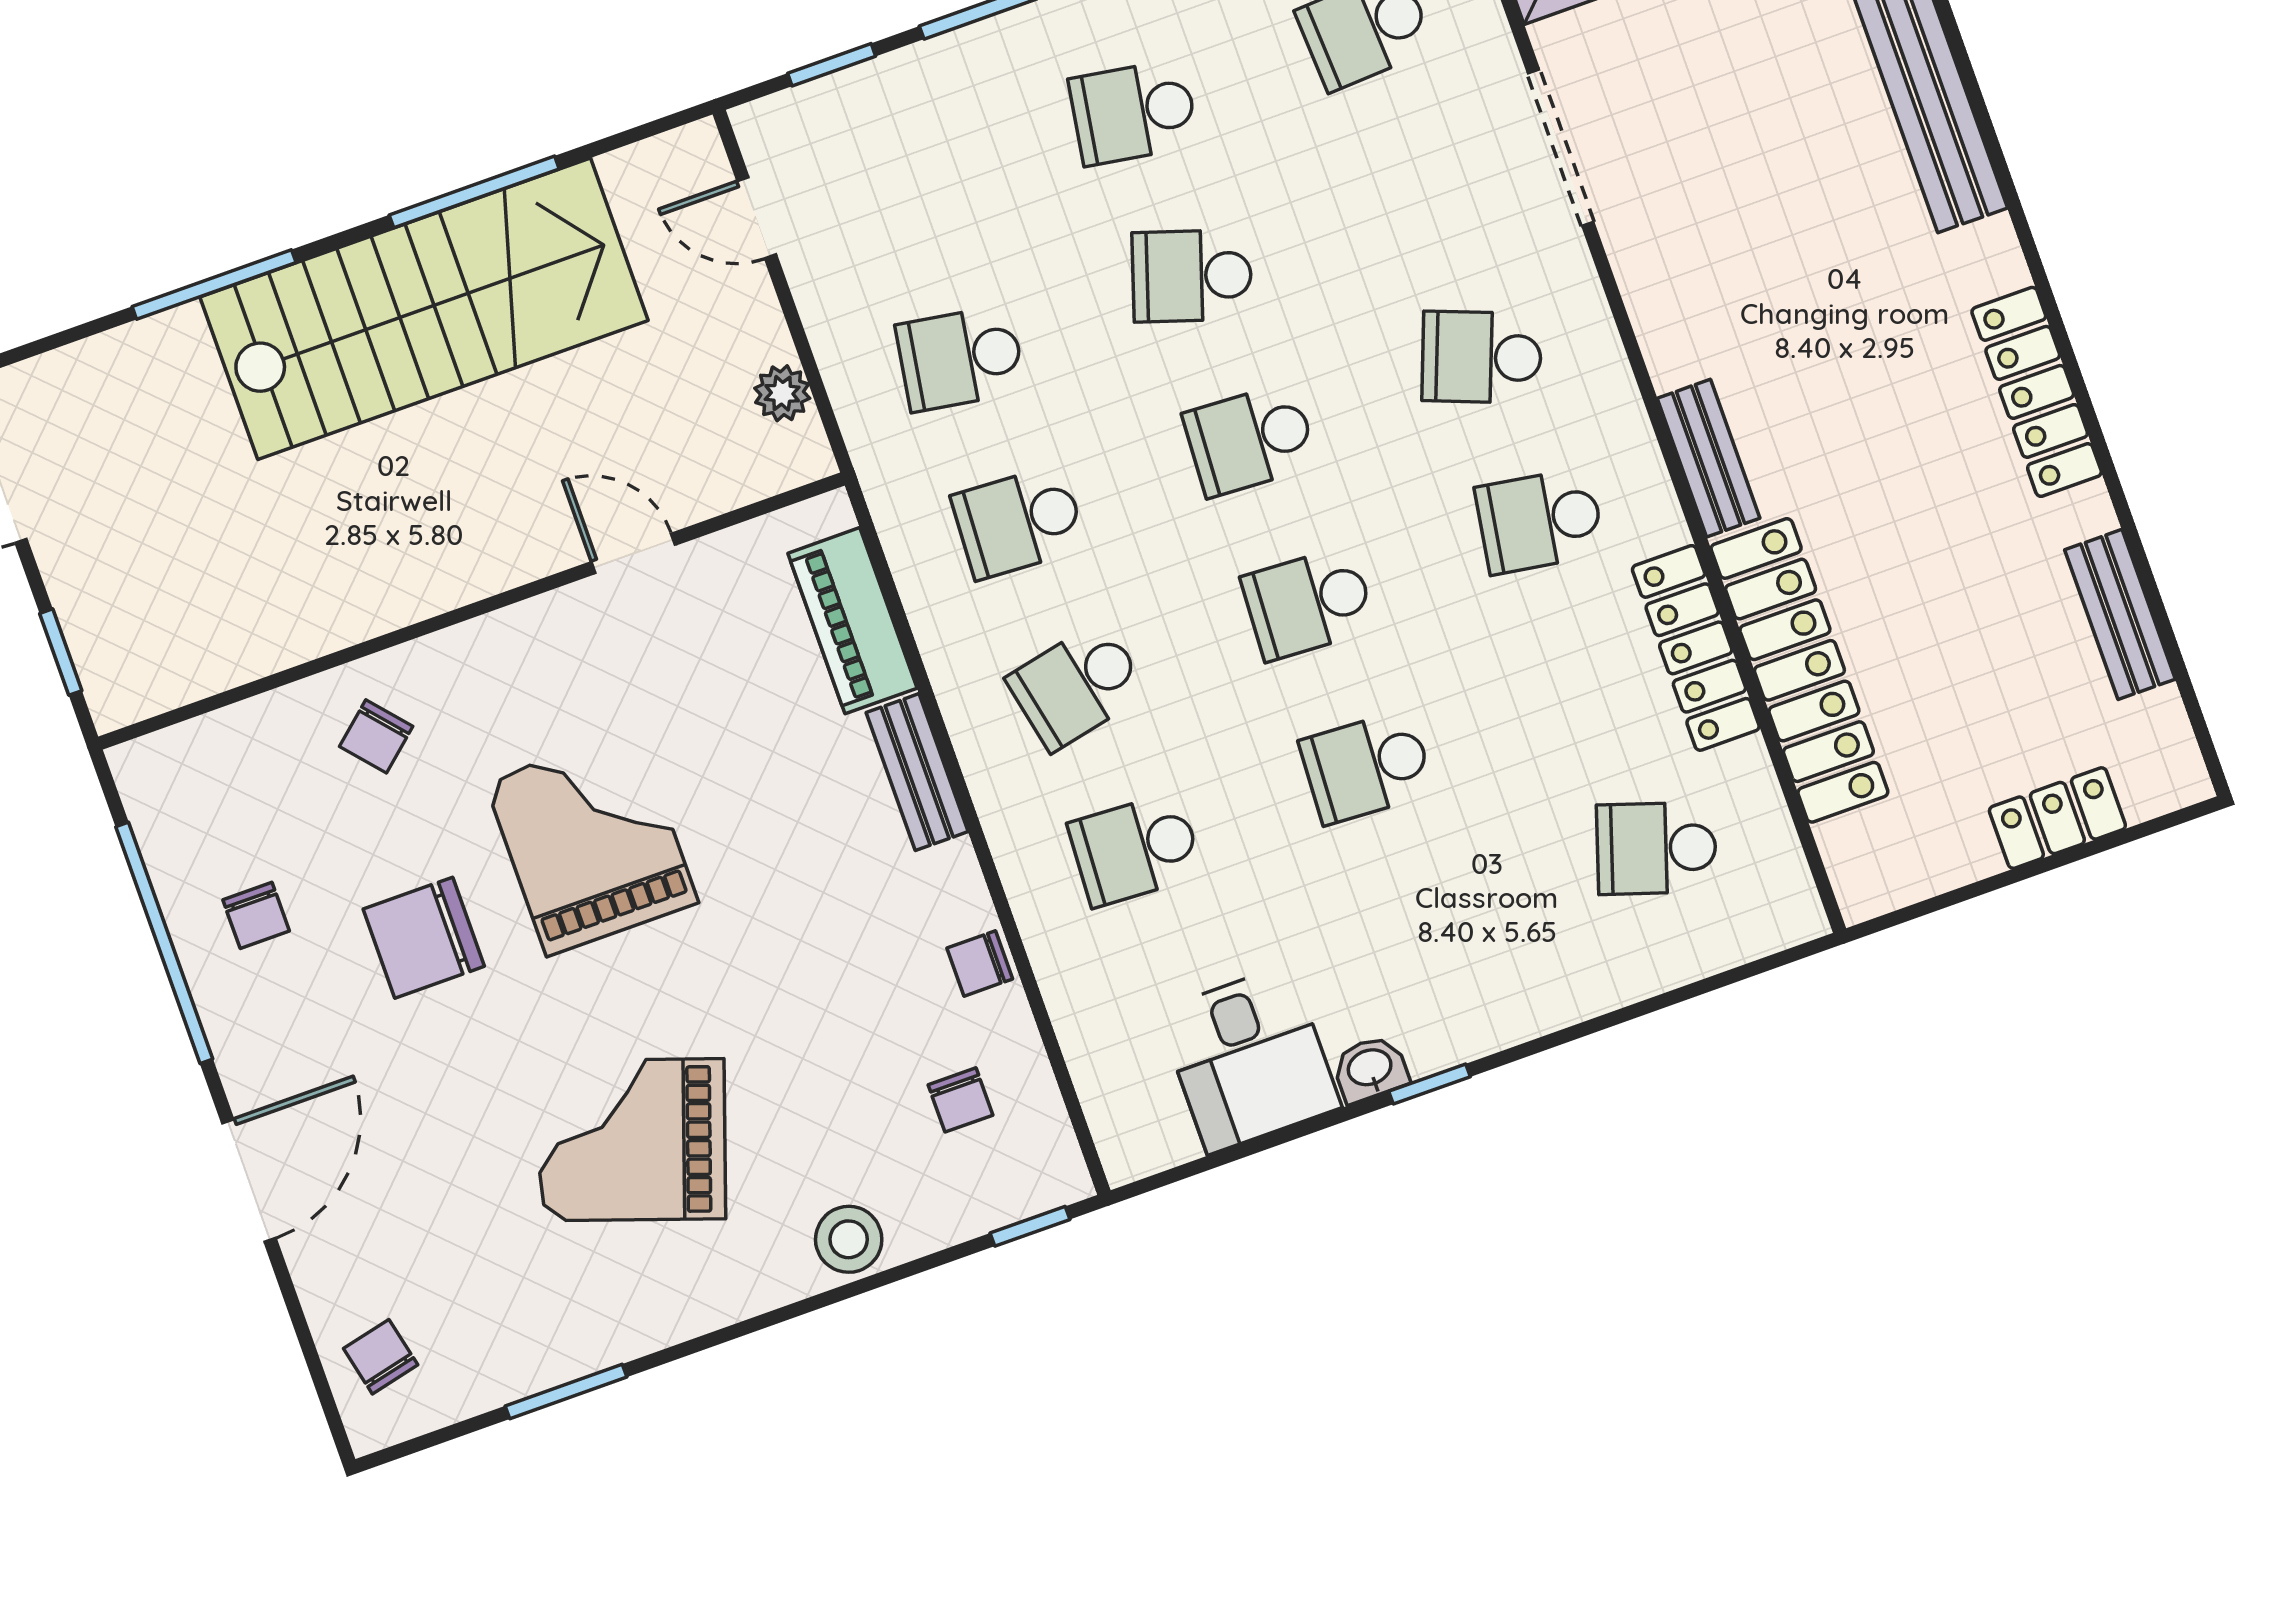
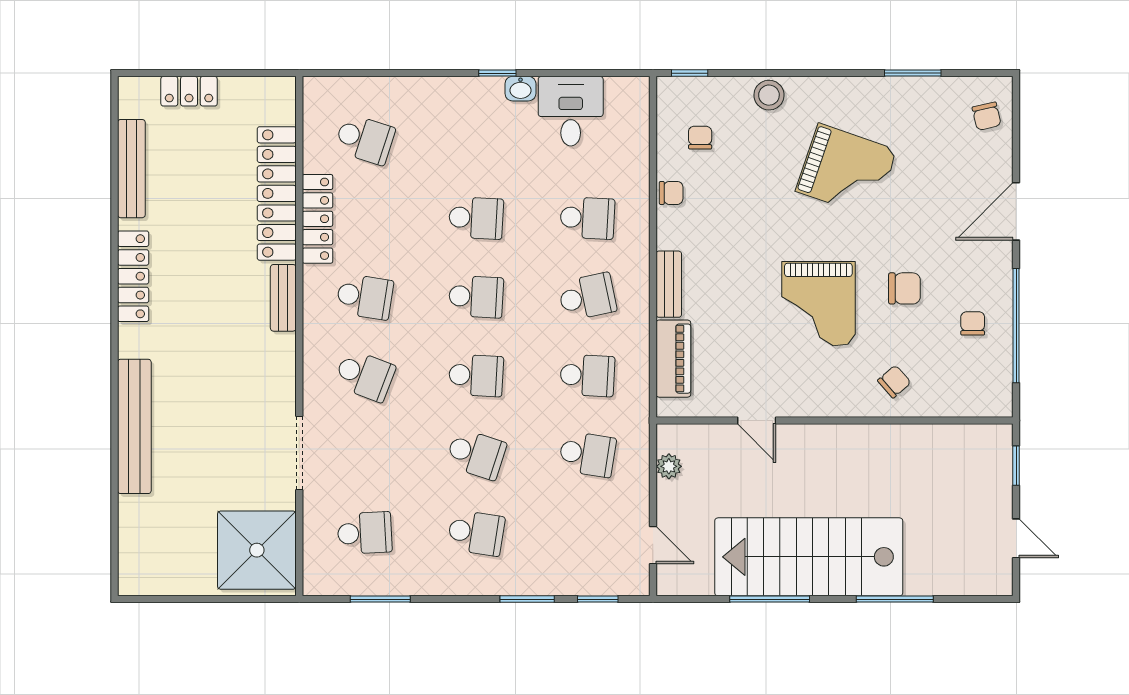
bench: (2120, 614) -> (131, 169), width x1.36
chair: (424, 938) -> (904, 288), width x0.73, depth x0.73

